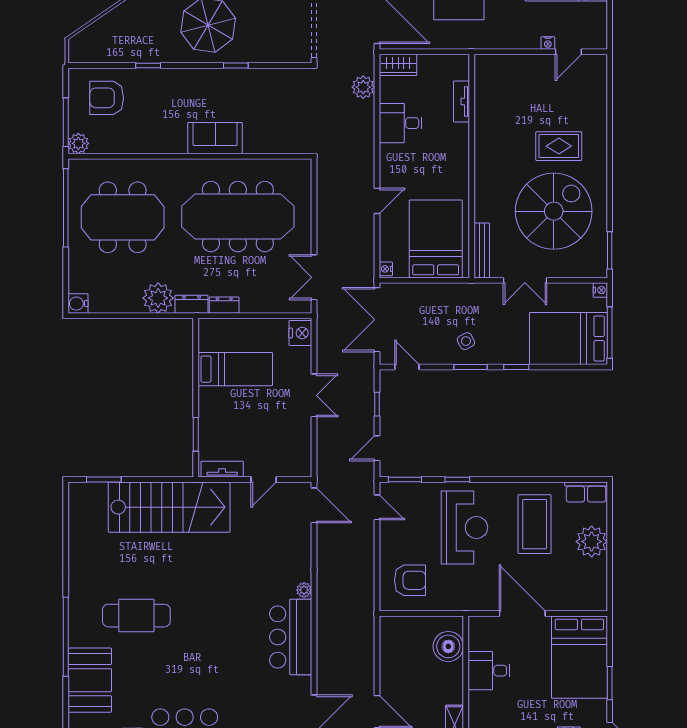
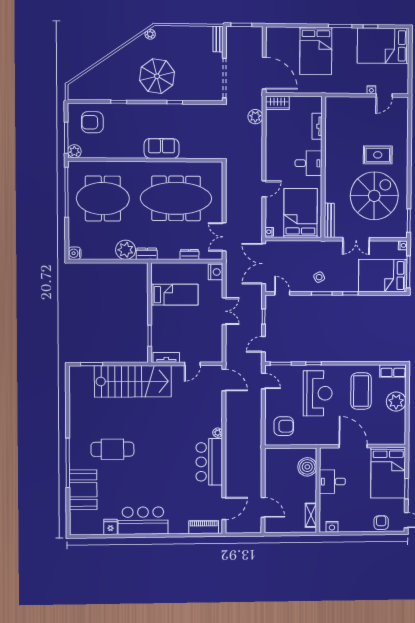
desk: (401, 123) -> (309, 163), moved, turned 180
dresser: (224, 305) -> (189, 254), moved

